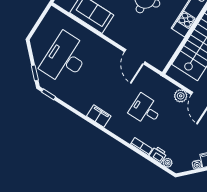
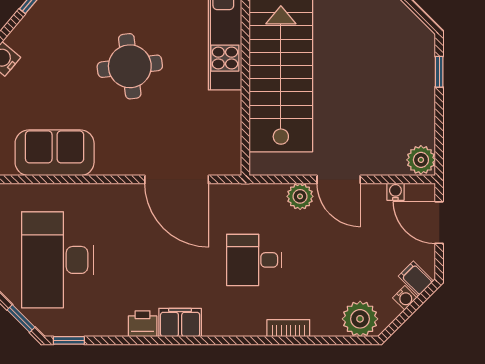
door: (135, 57) -> (177, 179), width x1.36
printer: (158, 155) -> (143, 324), moved
plant: (168, 163) -> (360, 319), width x1.88, depth x1.88

